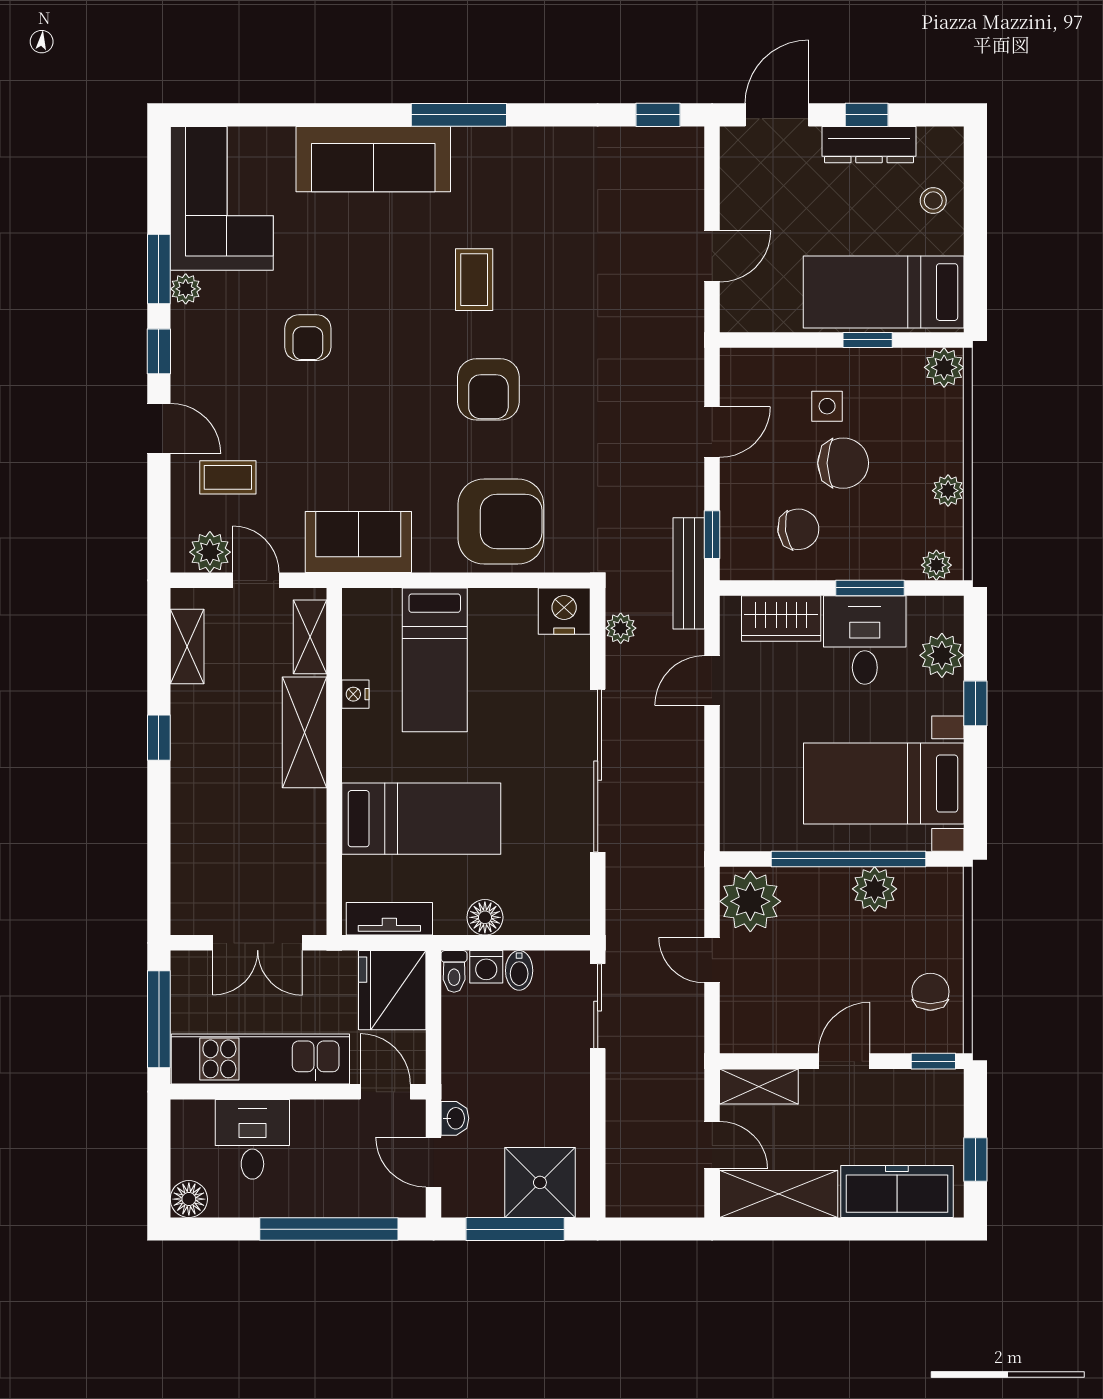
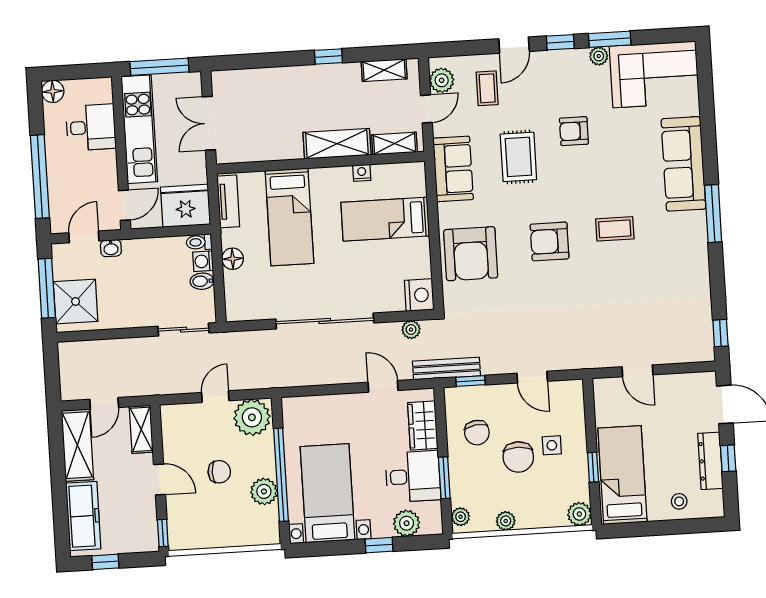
rug: (345, 432) -> (518, 157), added
chair: (930, 992) -> (219, 472), moved

